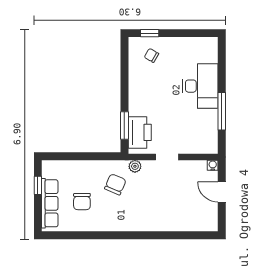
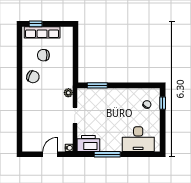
desk: (200, 86) -> (138, 139), moved
printer: (140, 132) -> (88, 143), moved, turned 180
chair: (115, 184) -> (33, 77), moved
window: (38, 185) -> (36, 24), moved

